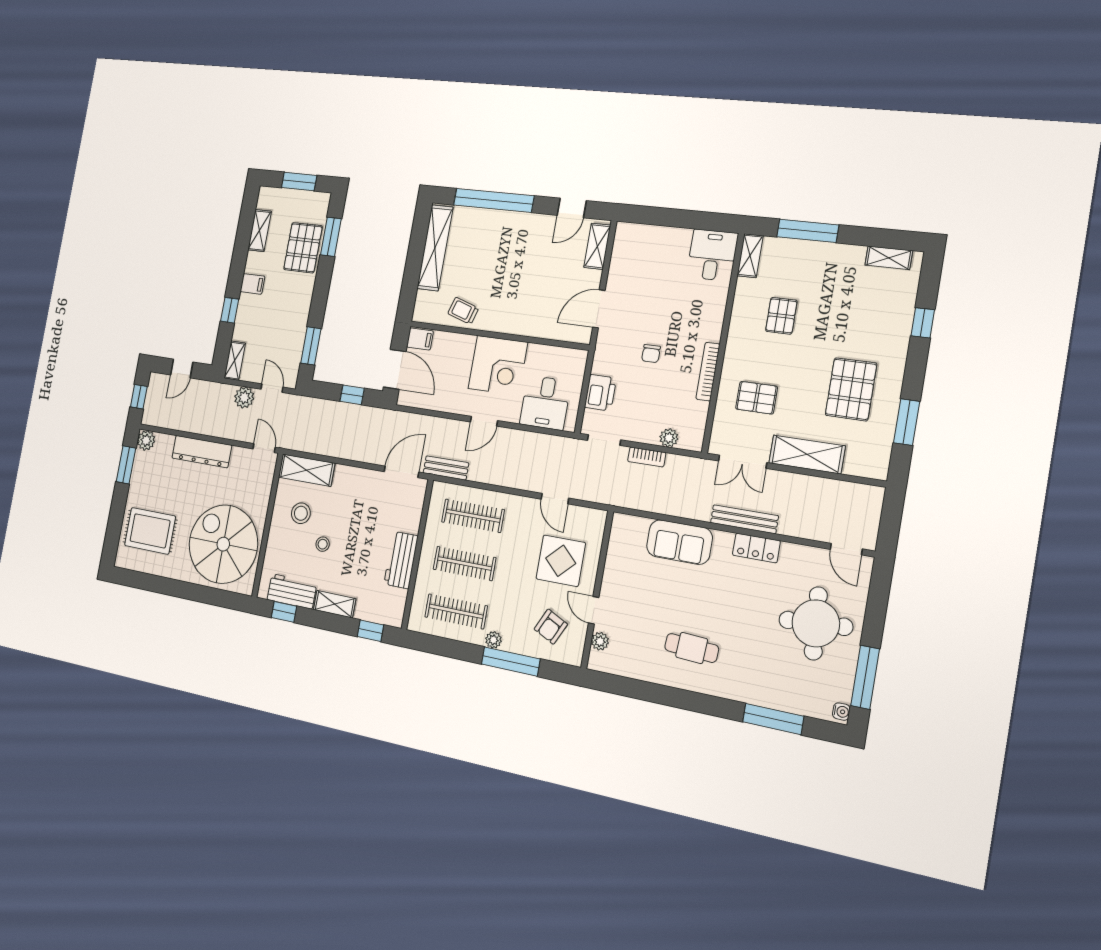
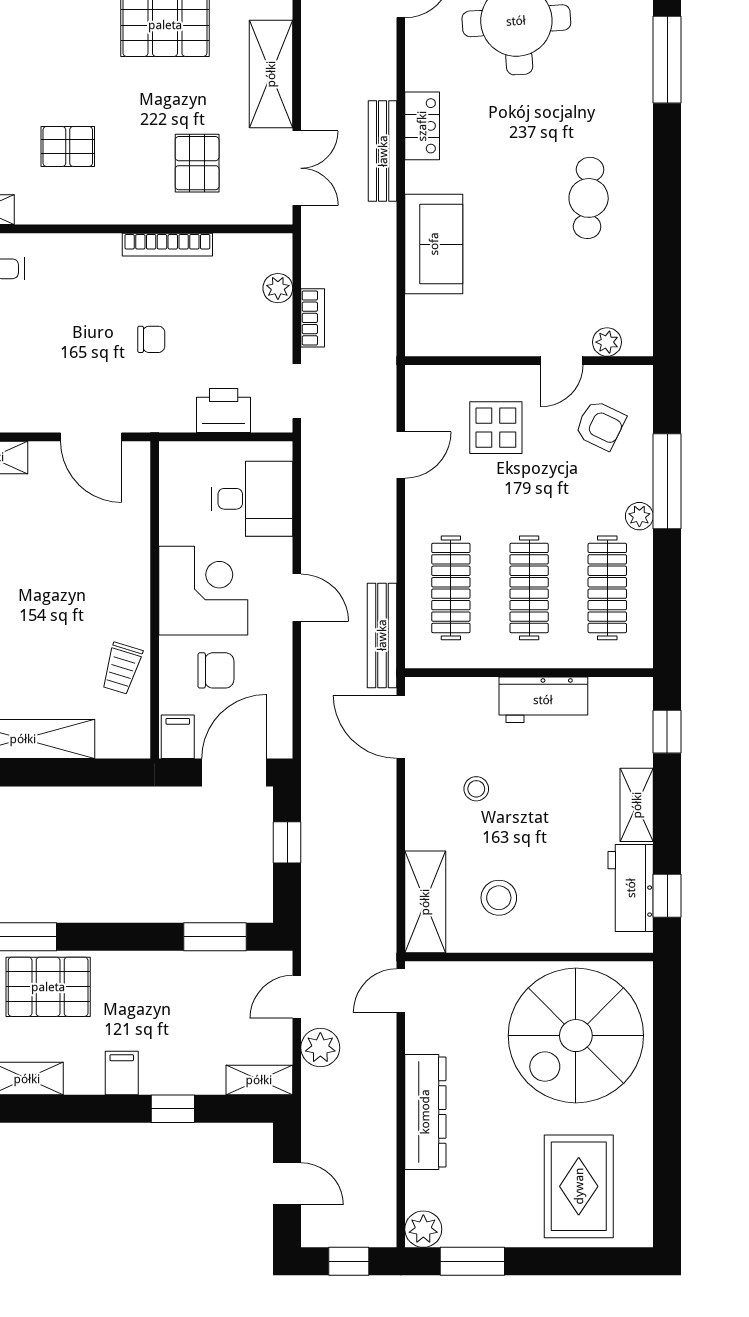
chair: (452, 367) -> (216, 670), added
bench: (446, 468) -> (382, 635), width x1.36
stool: (323, 544) -> (476, 789), moved
display table: (561, 561) -> (496, 428), width x0.73, depth x0.73

